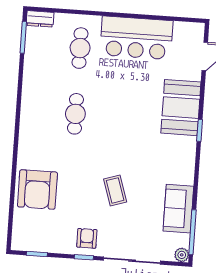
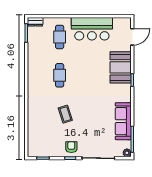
armchair: (37, 189) -> (41, 121), removed
coffee table: (115, 190) -> (65, 114), moved
sofa: (178, 209) -> (123, 121), width x1.36

